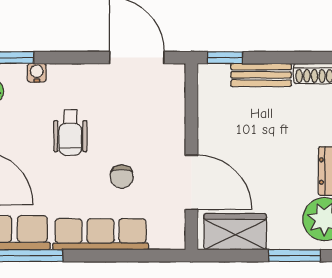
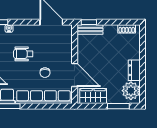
bench: (261, 75) -> (90, 30), moved
wheelchair: (70, 132) -> (23, 54), turned 90
row of seats: (101, 234) -> (43, 97), width x1.36

